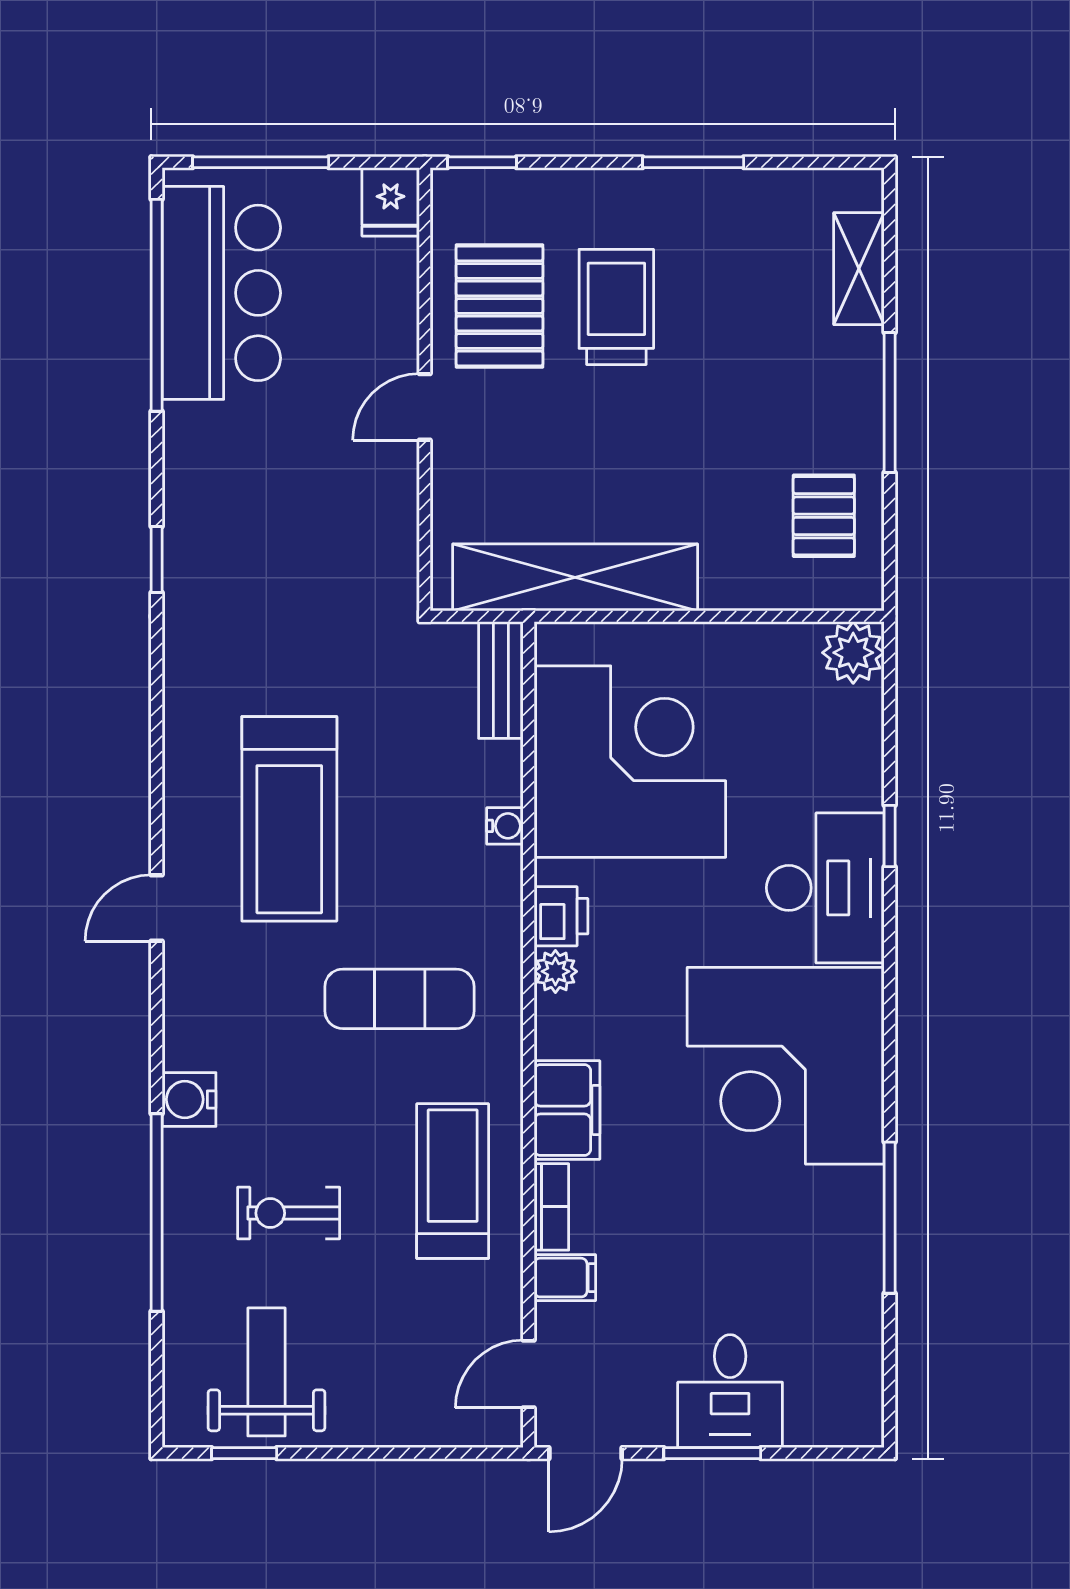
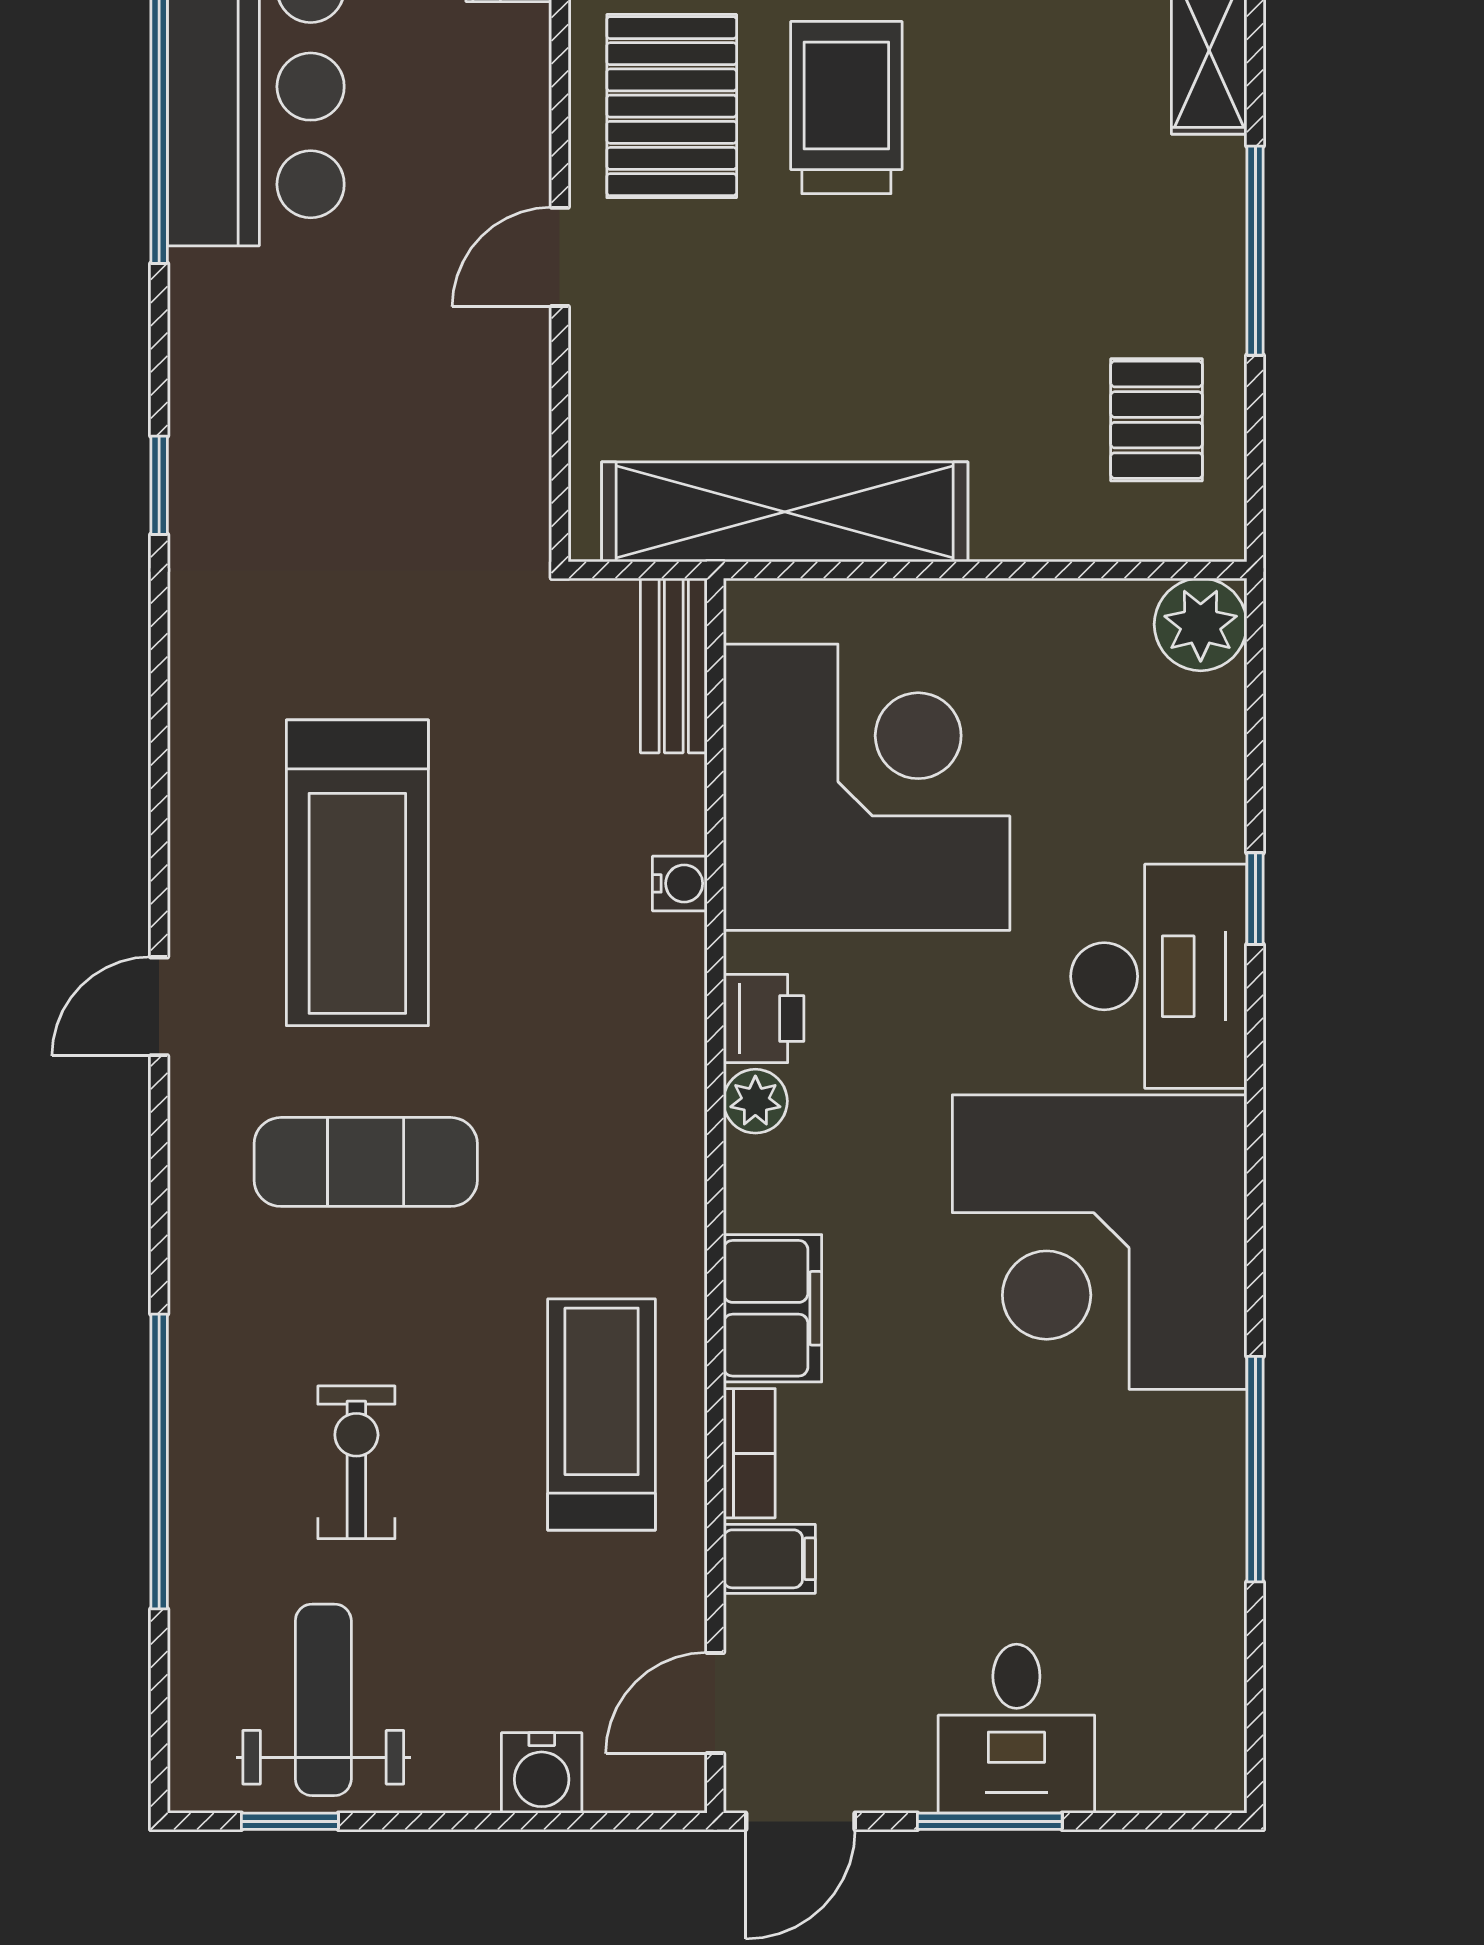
exercise mat: (399, 999) -> (366, 1162), moved
water cooler: (189, 1099) -> (542, 1773), moved, turned -90
exercise bike: (289, 1213) -> (356, 1462), turned 90

